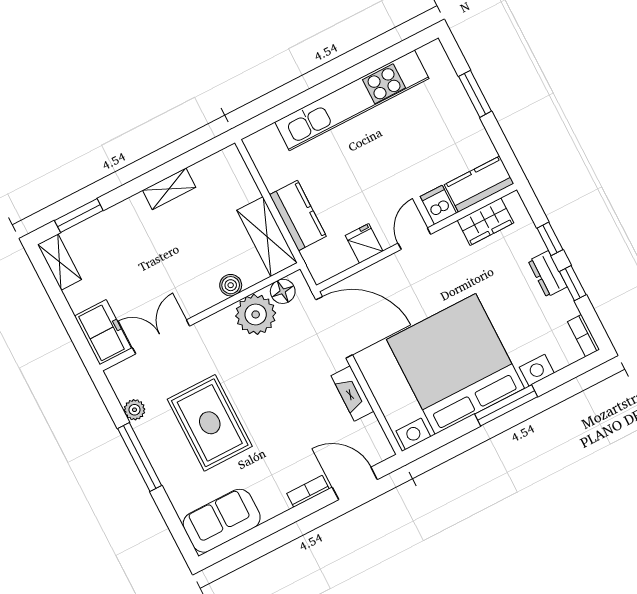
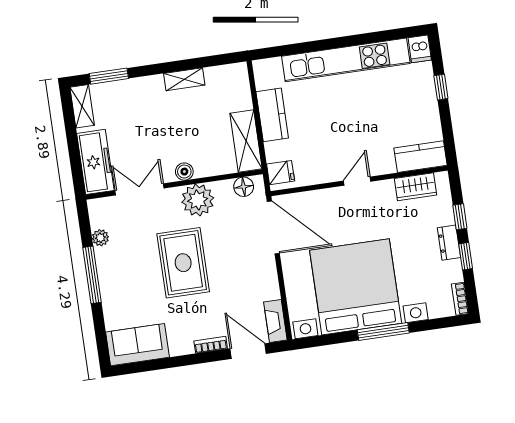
window: (475, 94) -> (441, 87), width x0.67
dishwasher: (438, 205) -> (420, 49), moved, turned 180
kitchen counter: (298, 216) -> (272, 115), moved
fridge: (364, 243) -> (281, 173), moved, turned 90
boiler: (231, 285) -> (184, 172), moved
plant: (256, 314) -> (198, 200), moved
freezer: (103, 332) -> (95, 162), width x1.40
fireplace: (352, 393) -> (275, 321), moved
rug: (210, 423) -> (183, 263), moved

